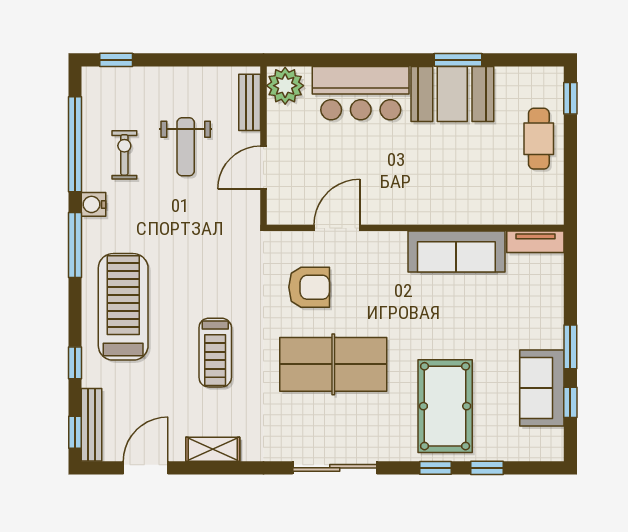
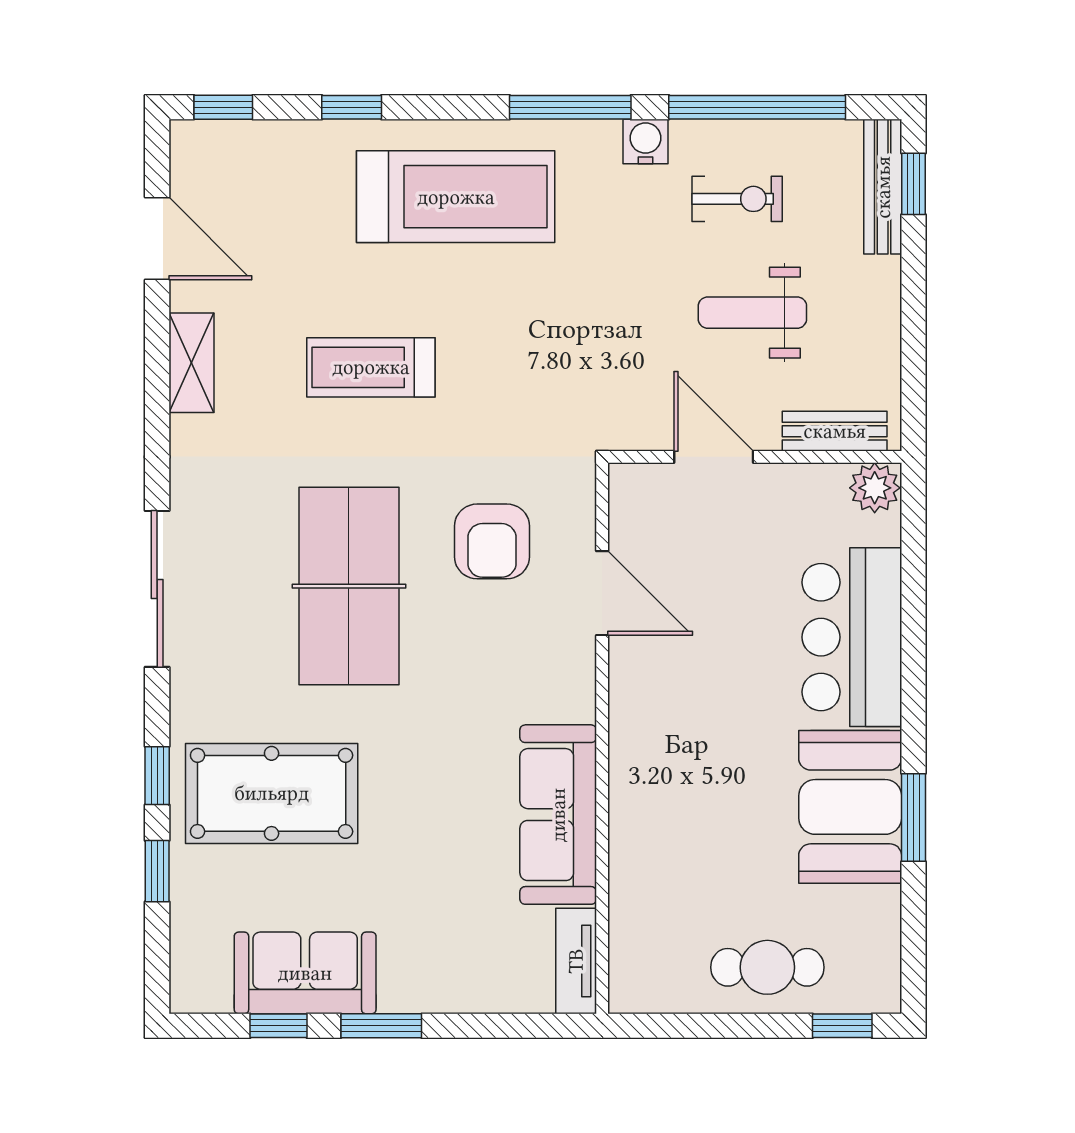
plant: (285, 86) -> (875, 488), width x0.73, depth x0.73
bench: (92, 425) -> (883, 187), moved, turned 90

